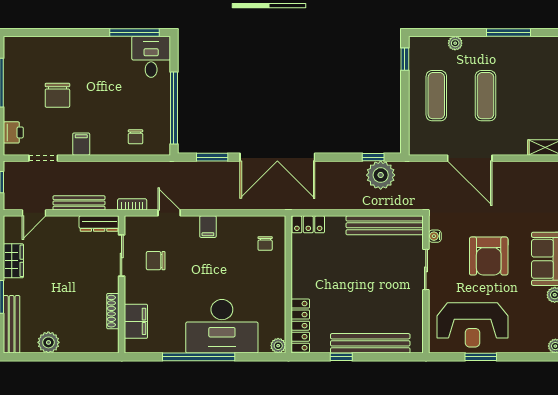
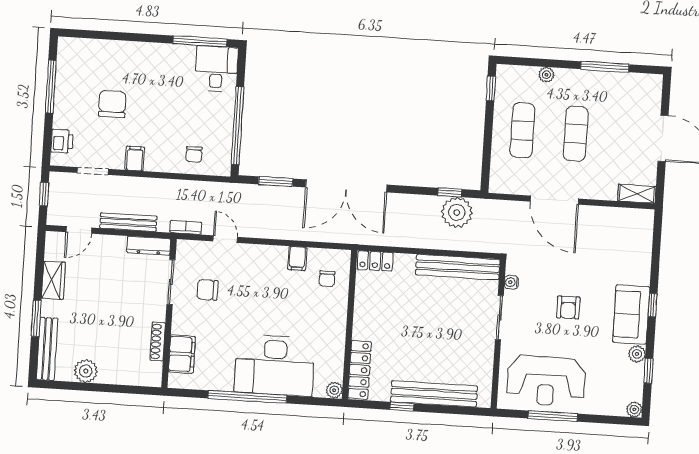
chair: (57, 95) -> (112, 104), turned 180
filing cabinet: (208, 227) -> (297, 258), moved
armchair: (489, 256) -> (568, 307), width x0.53, depth x0.53
window: (481, 357) -> (553, 416), width x1.44

